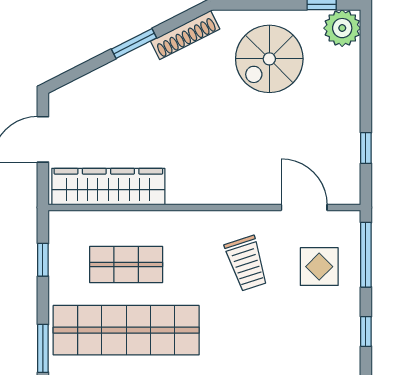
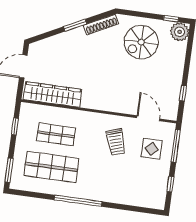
shop shelf: (126, 330) -> (51, 167), width x0.71

